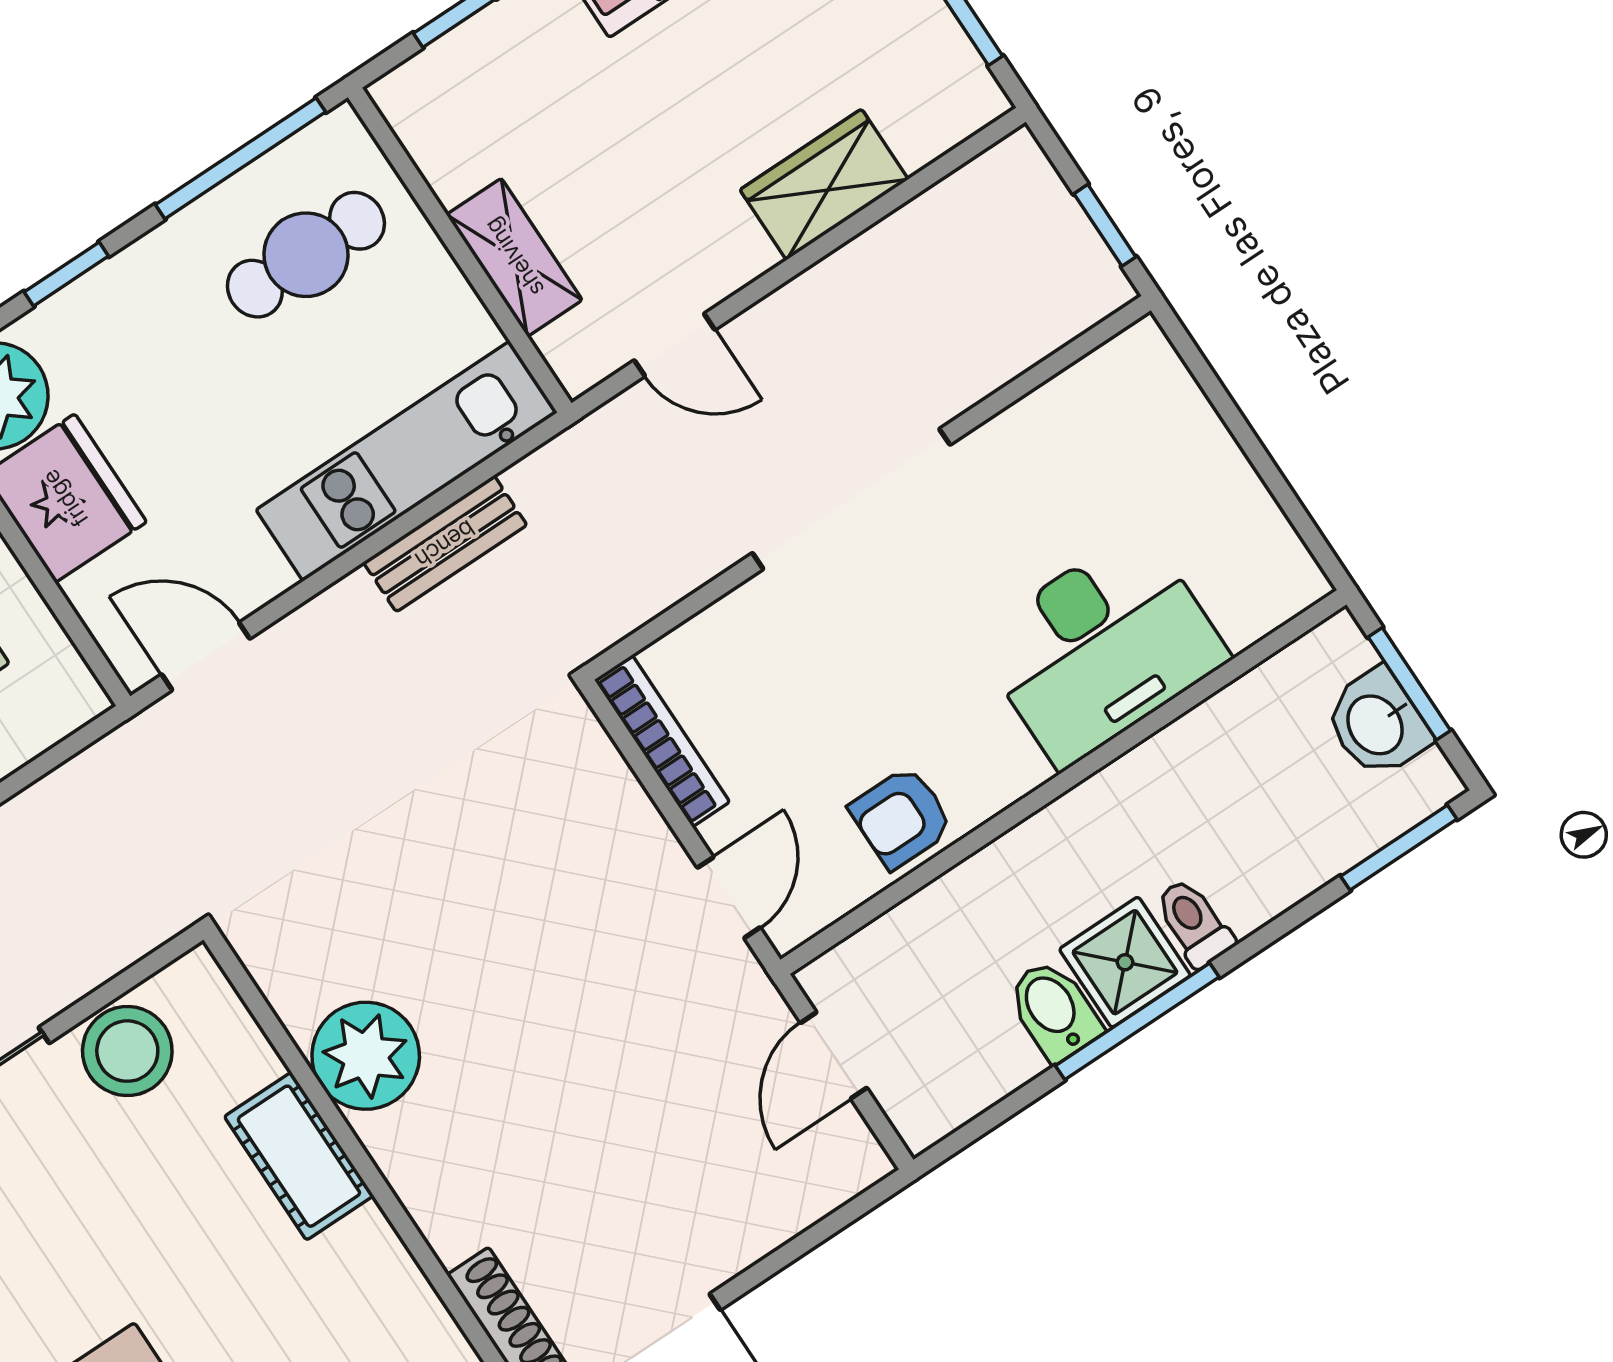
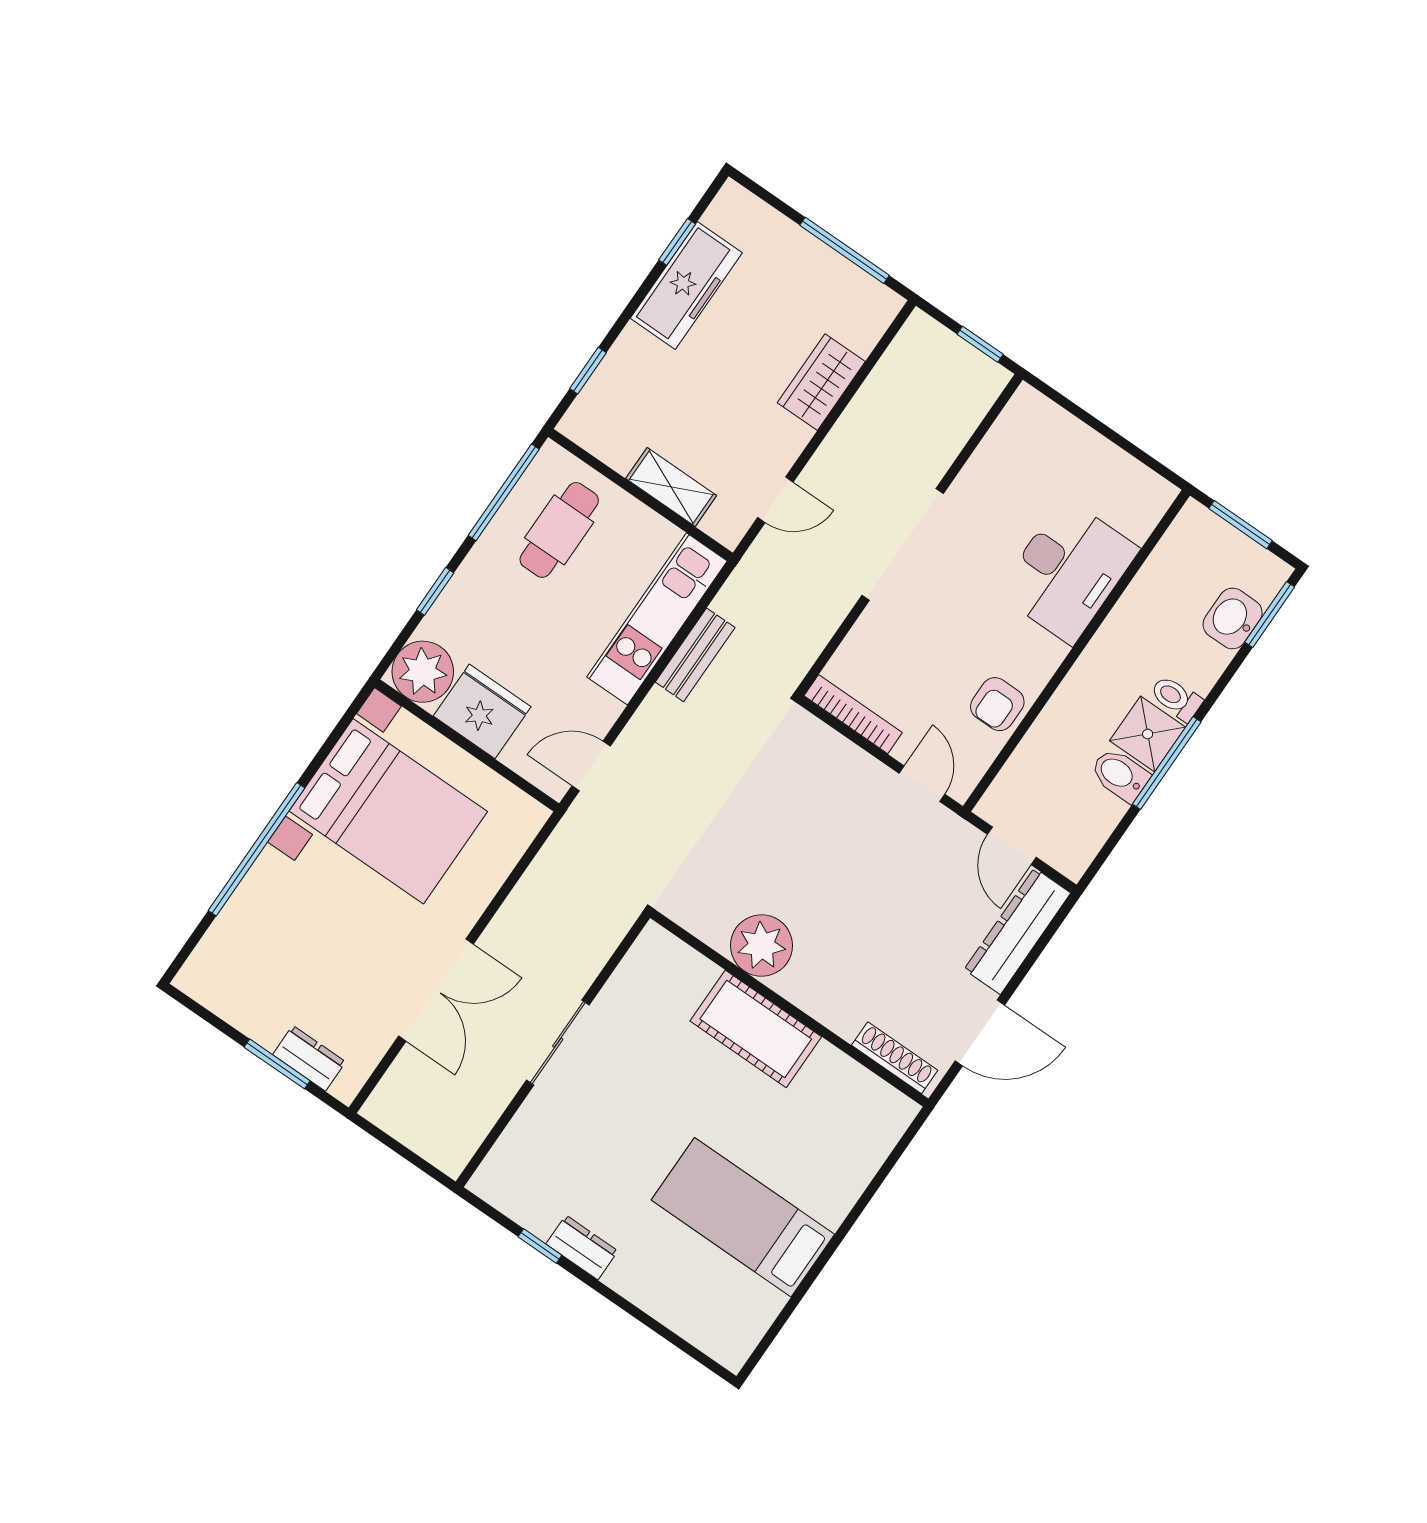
washbasin: (1377, 724) -> (1233, 618), moved, turned 90
stool: (127, 1051) -> (633, 994), removed
cot: (299, 1156) -> (756, 1029), width x1.37, depth x1.34
dresser: (788, 1197) -> (1017, 931), added

